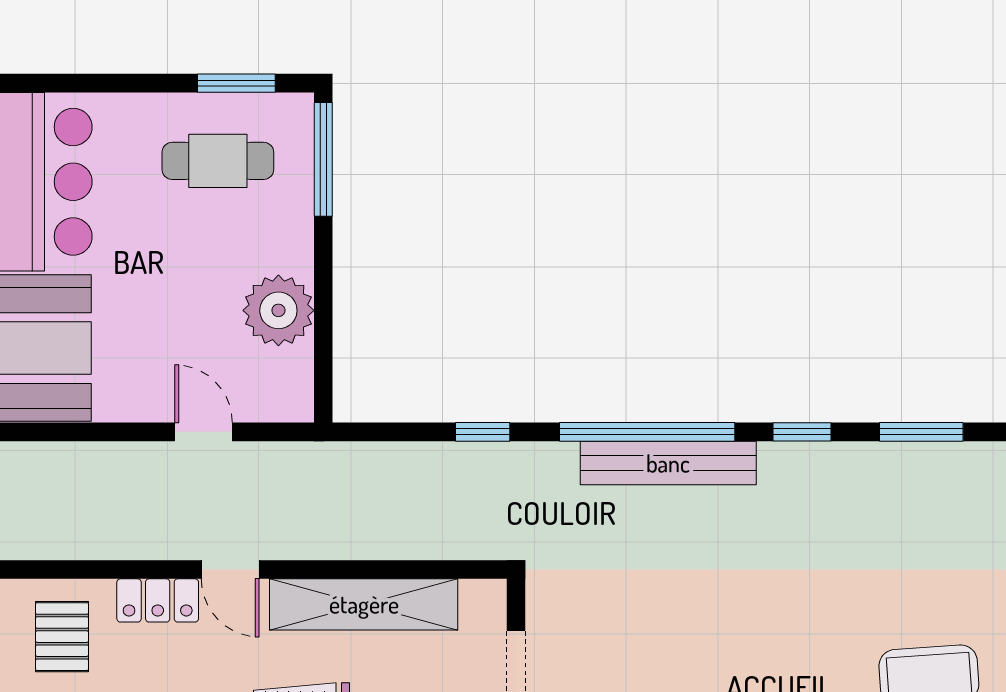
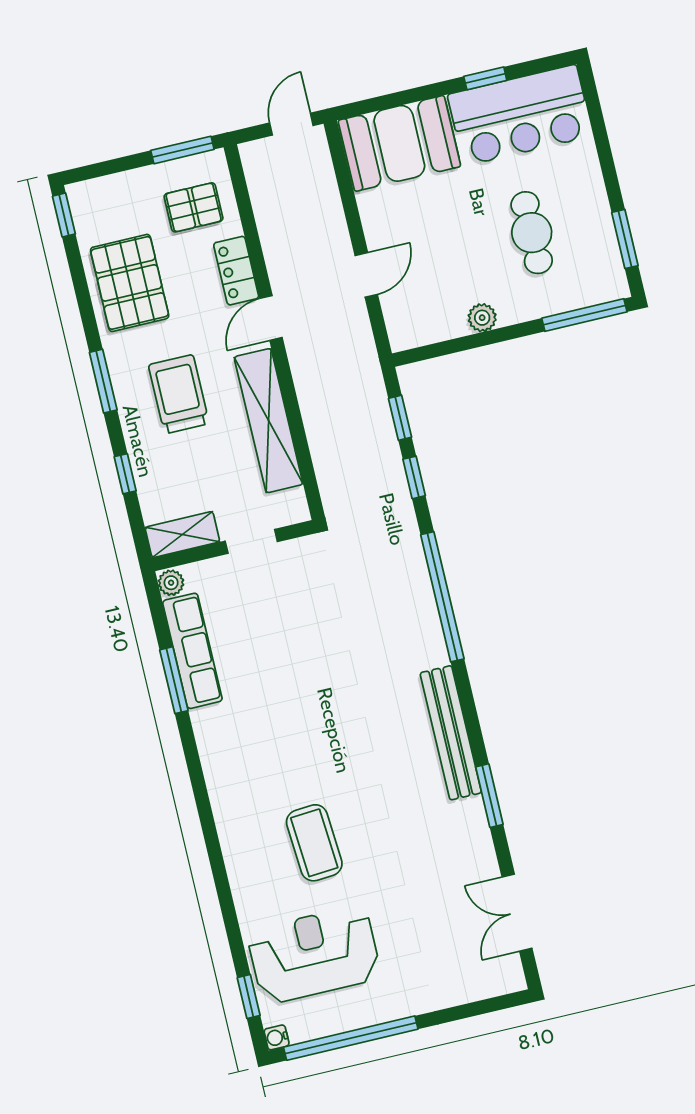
cafe table: (218, 161) -> (532, 233), moved
plant: (278, 310) -> (482, 318), width x0.53, depth x0.53
window: (802, 432) -> (400, 418), moved
bench: (668, 463) -> (451, 733), moved

